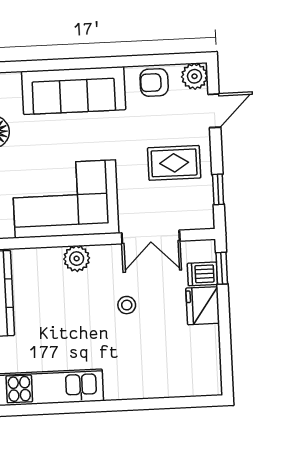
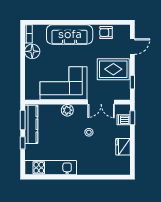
plant: (195, 76) -> (124, 31), removed
rug: (174, 163) -> (113, 69), width x1.36, depth x1.43
fridge: (203, 306) -> (123, 147), moved

